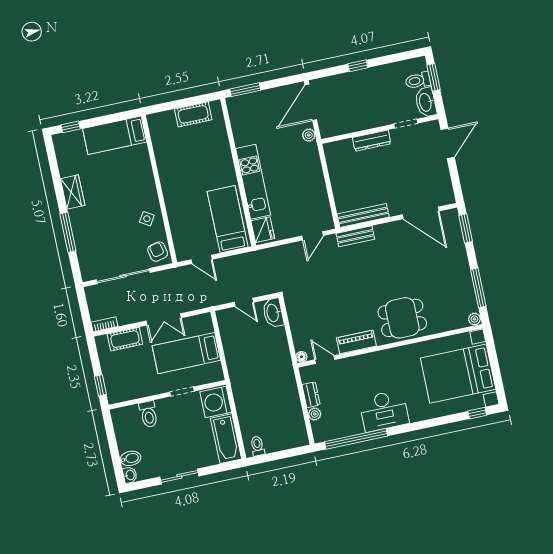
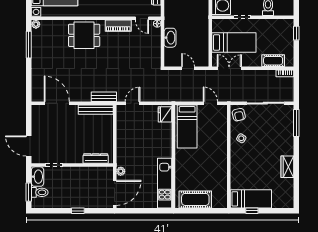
window: (245, 90) -> (157, 211), removed
cot: (193, 114) -> (195, 199), width x1.37, depth x1.34
window: (71, 127) -> (252, 211), moved
dresser: (372, 141) -> (96, 159), moved
door: (448, 143) -> (29, 146), hinge flipped
kitchen unit: (253, 182) -> (165, 183), moved
window: (466, 228) -> (29, 86), removed
window: (68, 232) -> (296, 123), moved
washbasin: (273, 313) -> (170, 38), moved
double door: (164, 319) -> (229, 68), moved

